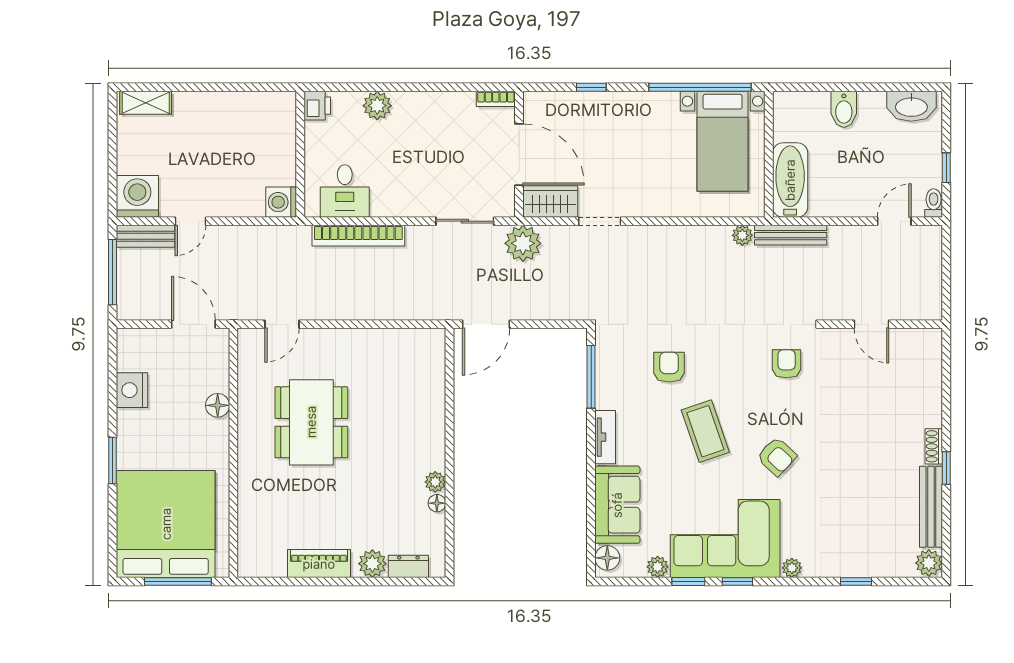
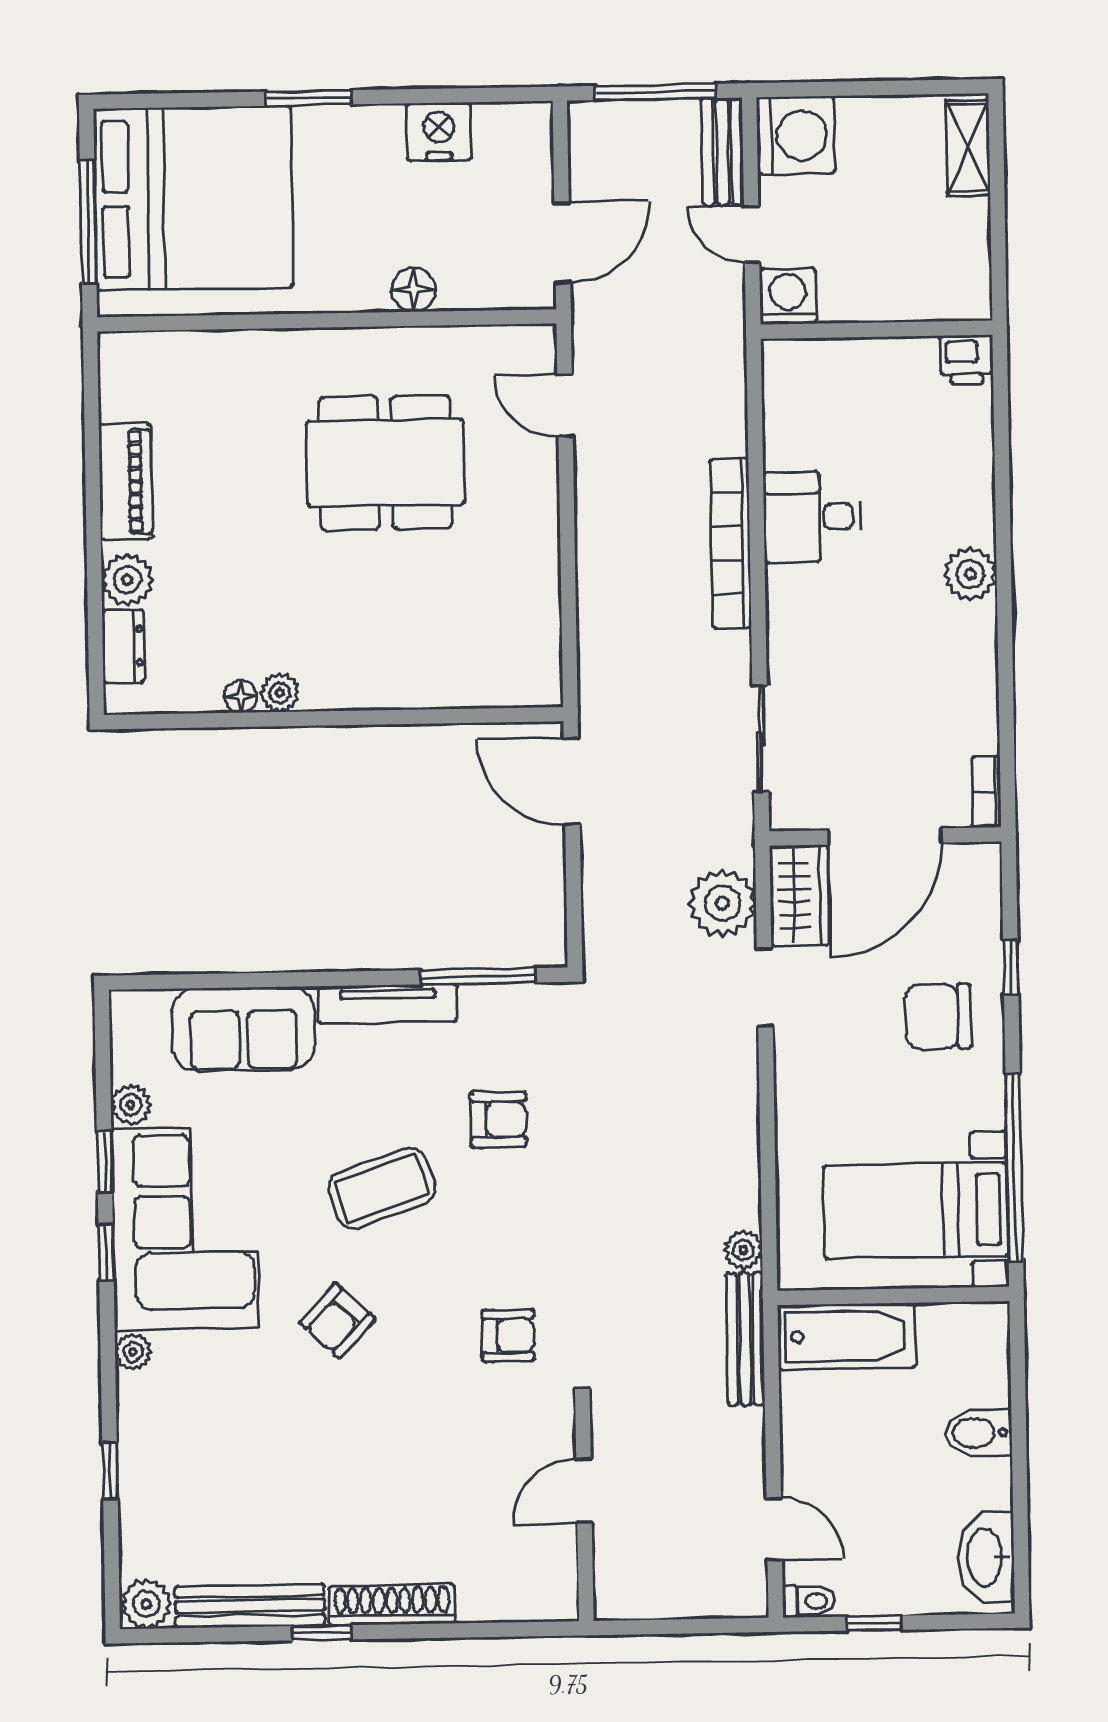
printer: (317, 106) -> (966, 359), moved
chair: (617, 127) -> (938, 1016), added
wall: (300, 154) -> (876, 330), moved
washing machine: (281, 202) -> (788, 296), moved
plant: (523, 243) -> (722, 903), moved
tv unit: (605, 437) -> (388, 1004), width x1.41
shoe rack: (934, 446) -> (392, 1605), width x1.94, depth x1.24
floor lamp: (607, 558) -> (145, 1012), removed

